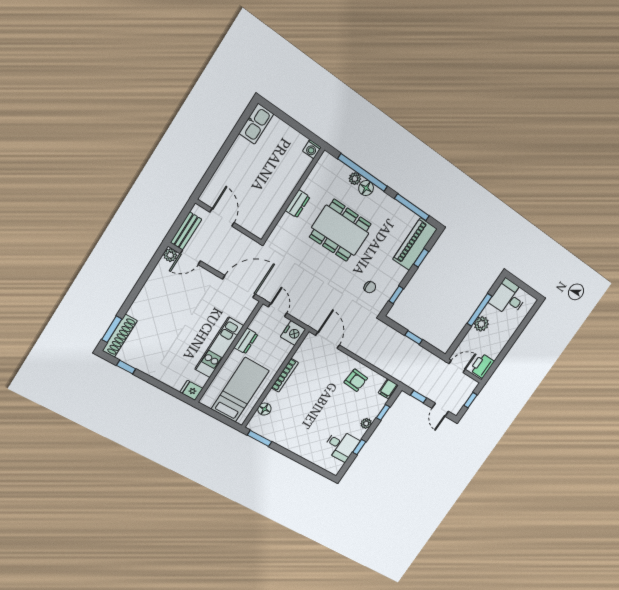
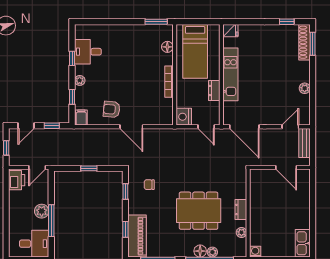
plant: (313, 179) -> (241, 232), added
plant: (170, 255) -> (305, 88), moved
door: (239, 287) -> (244, 127), hinge flipped
door: (328, 340) -> (131, 127), moved
door: (440, 410) -> (26, 126), swing flipped

